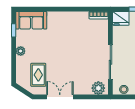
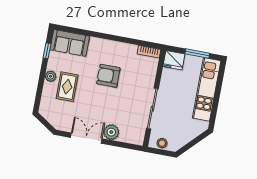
armchair: (69, 42) -> (108, 76), added
rug: (38, 75) -> (67, 87), moved
plant: (98, 88) -> (111, 132), moved

